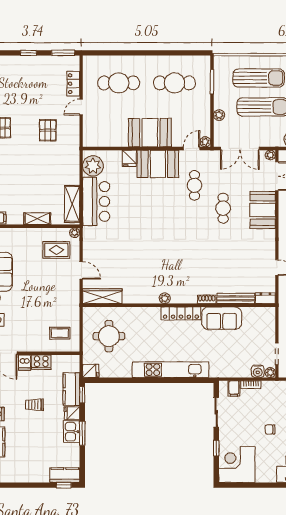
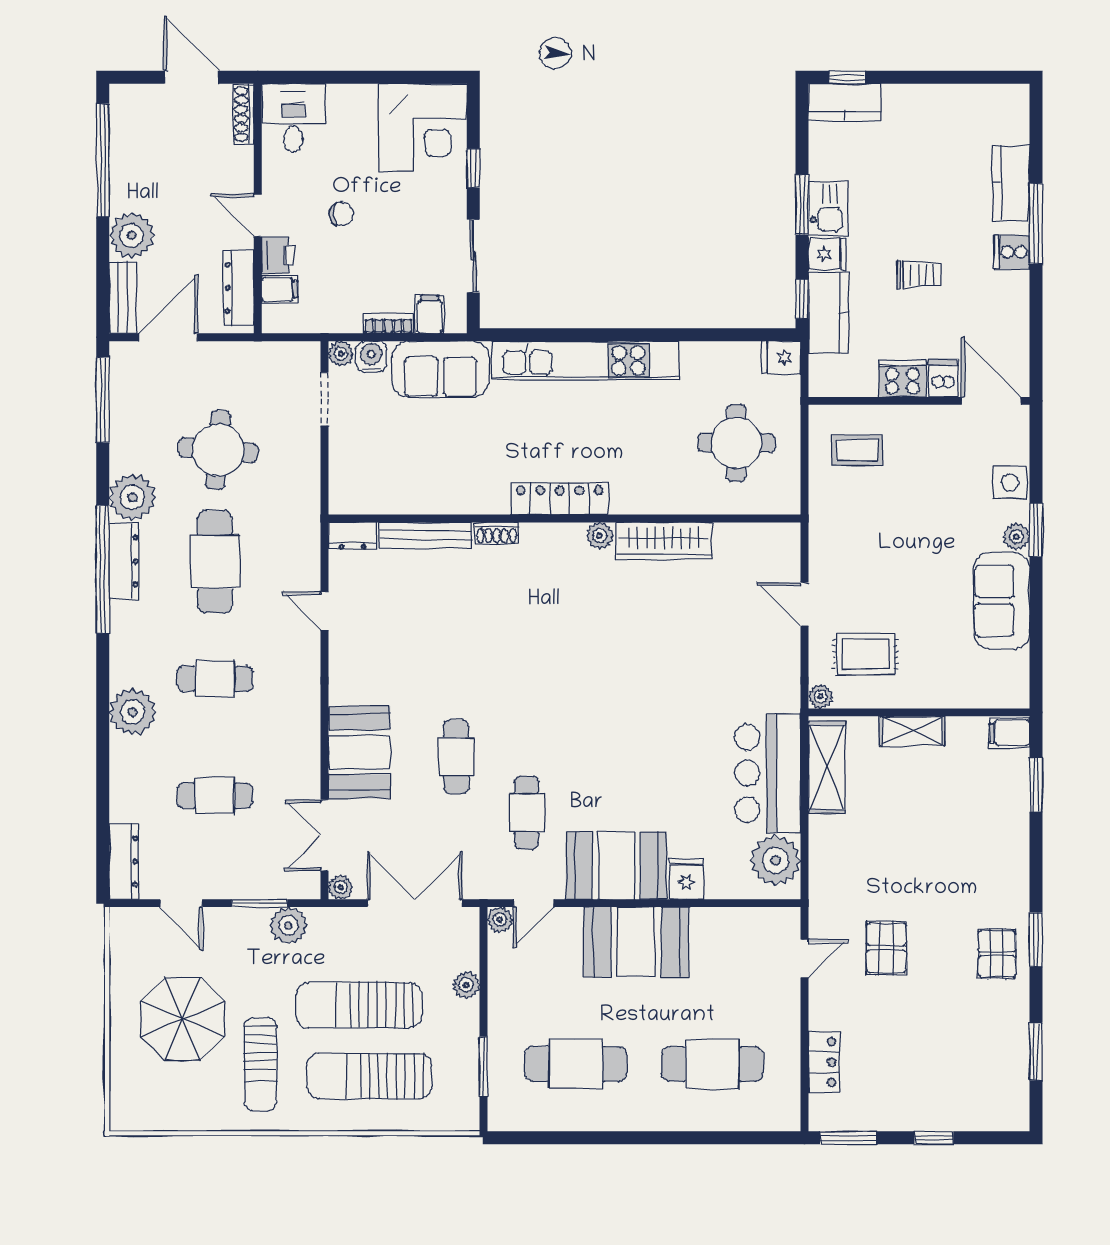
door: (81, 107) -> (805, 959), moved
wardrobe: (102, 296) -> (664, 541), moved
sofa: (222, 318) -> (441, 369), moved, turned 180

